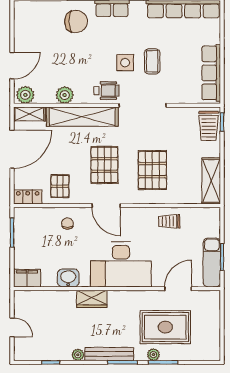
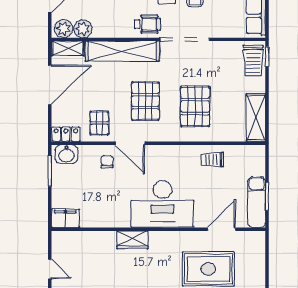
plant: (65, 95) -> (83, 29), moved
door: (106, 206) -> (130, 143), moved
washbasin: (68, 278) -> (66, 154), moved, turned 180

